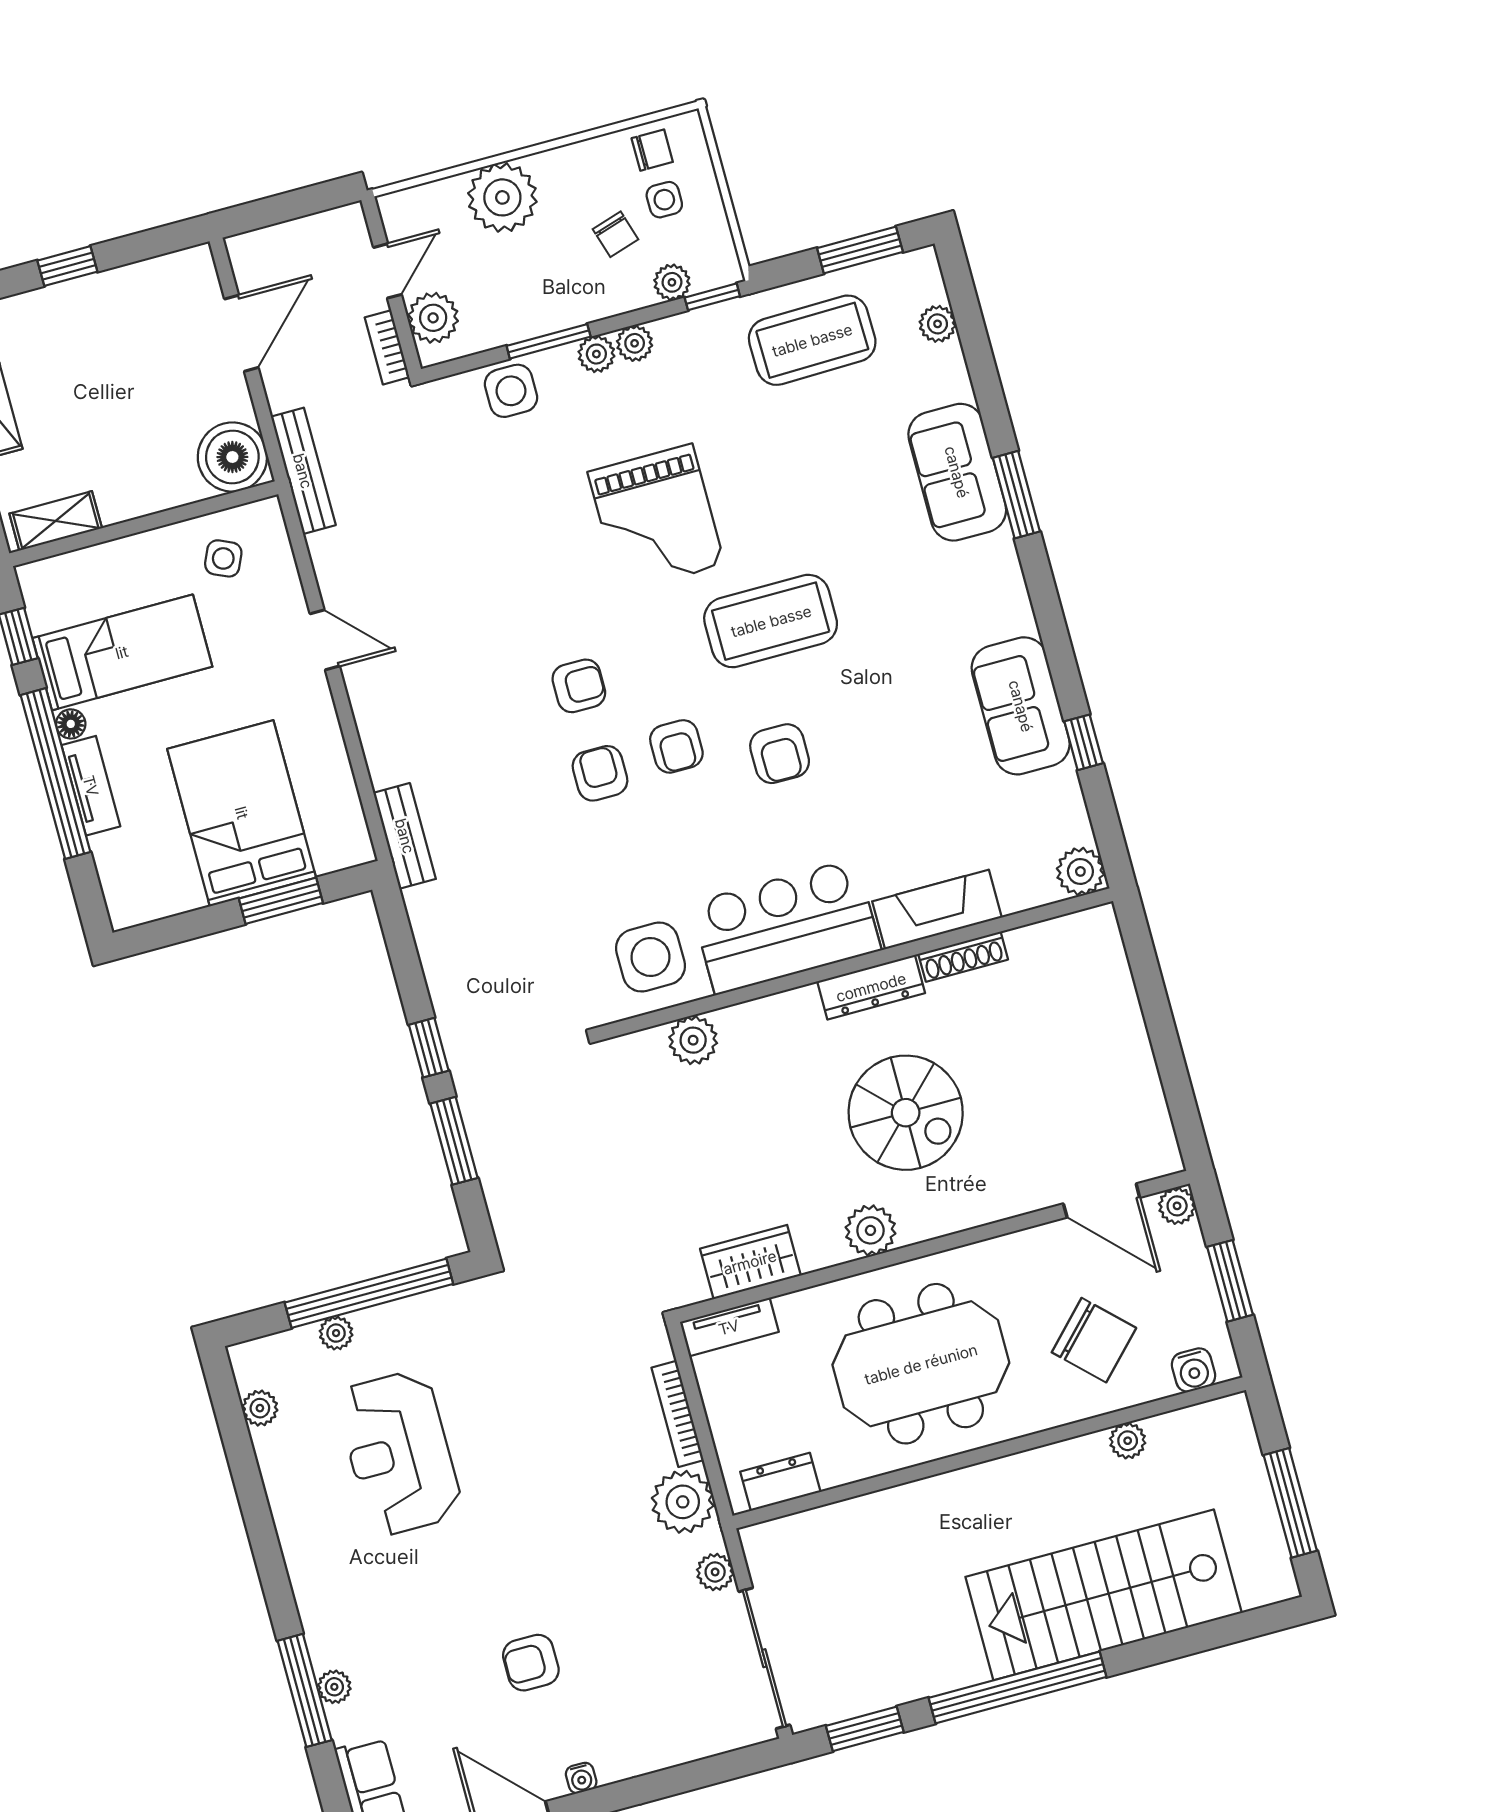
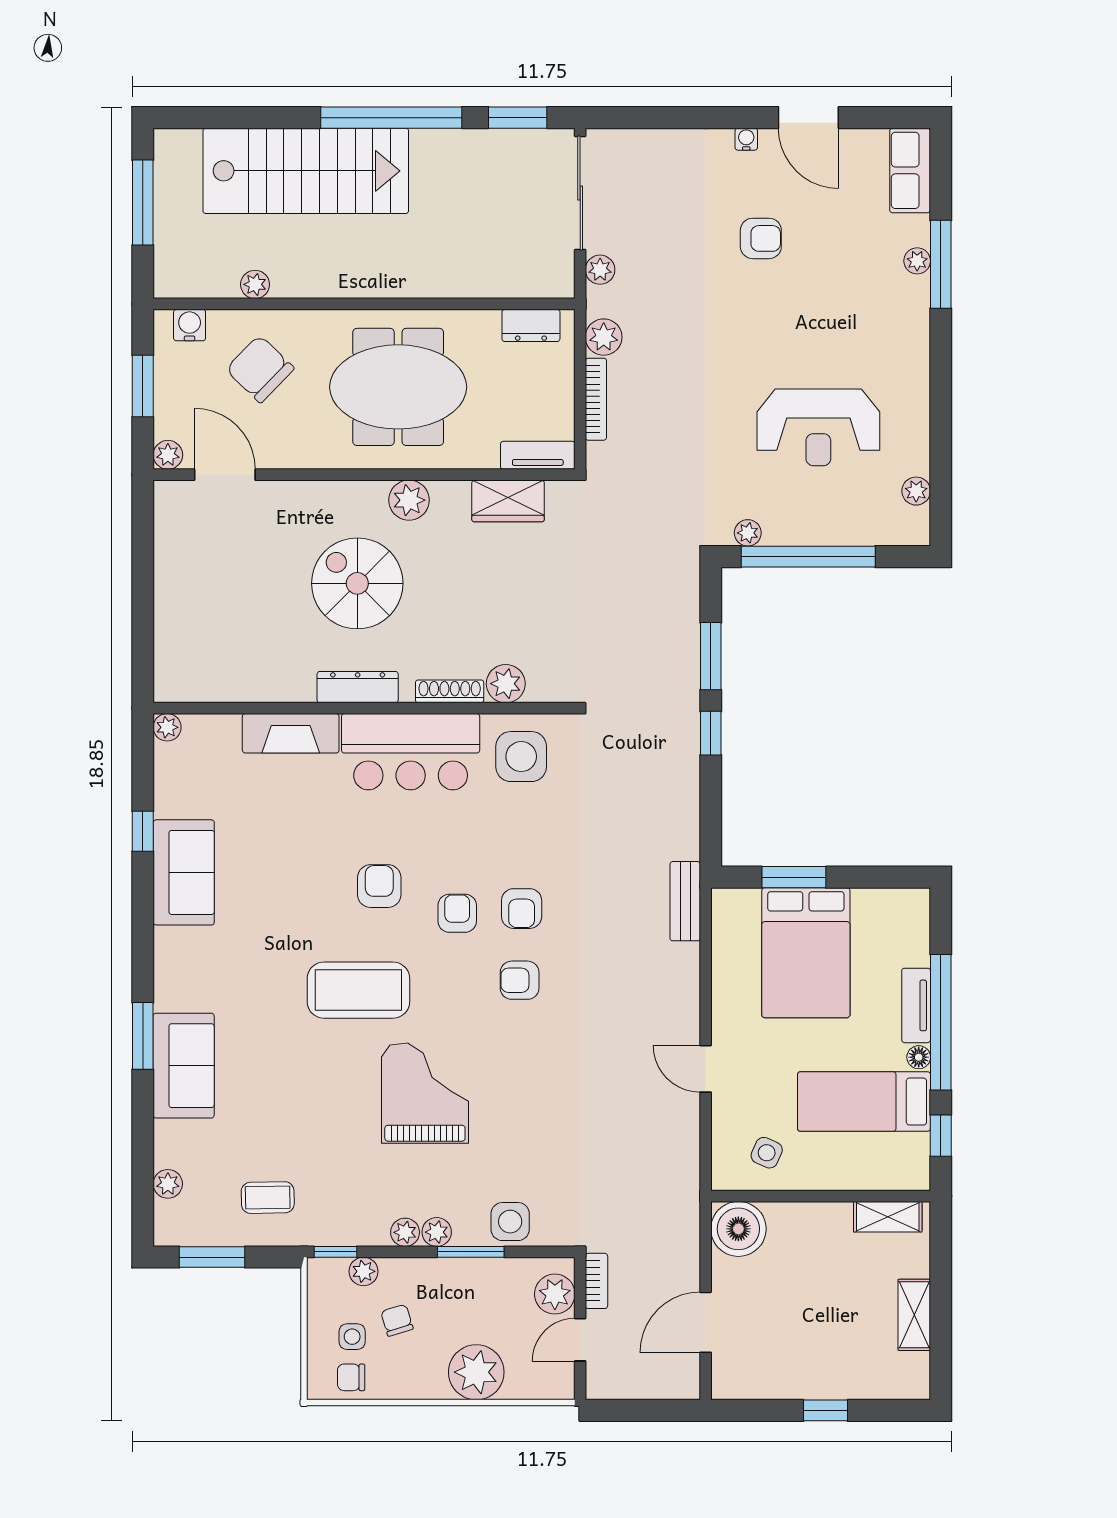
coffee table: (812, 340) -> (268, 1198), width x0.54, depth x0.58
bench: (303, 471) -> (687, 1203), removed
plant: (1080, 871) -> (167, 727), width x0.73, depth x0.73
shoe rack: (963, 957) -> (450, 691), moved
plant: (336, 1333) -> (748, 533), moved
reception desk: (399, 1453) -> (818, 427), turned 90
plant: (683, 1502) -> (604, 337), width x0.73, depth x0.73

